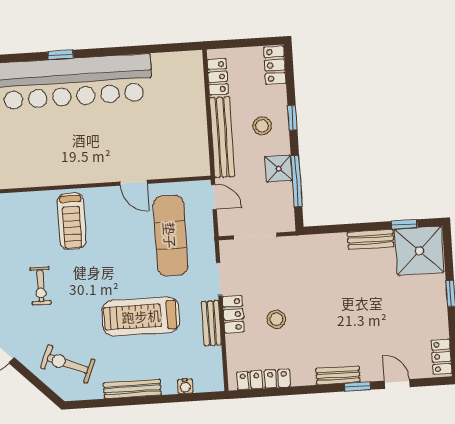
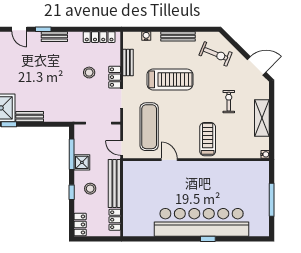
bench: (211, 323) -> (128, 63), moved

